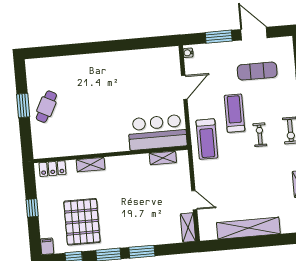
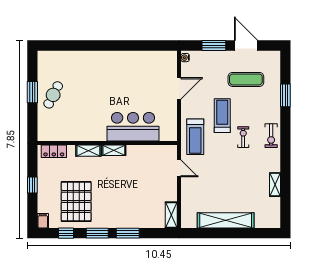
bar counter: (157, 132) -> (133, 127), moved
shelving: (163, 158) -> (114, 150), moved
door: (194, 200) -> (179, 168), moved

